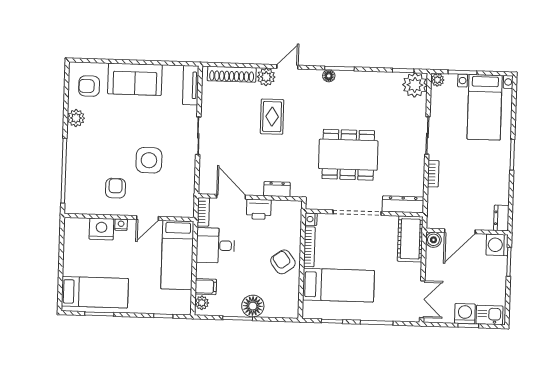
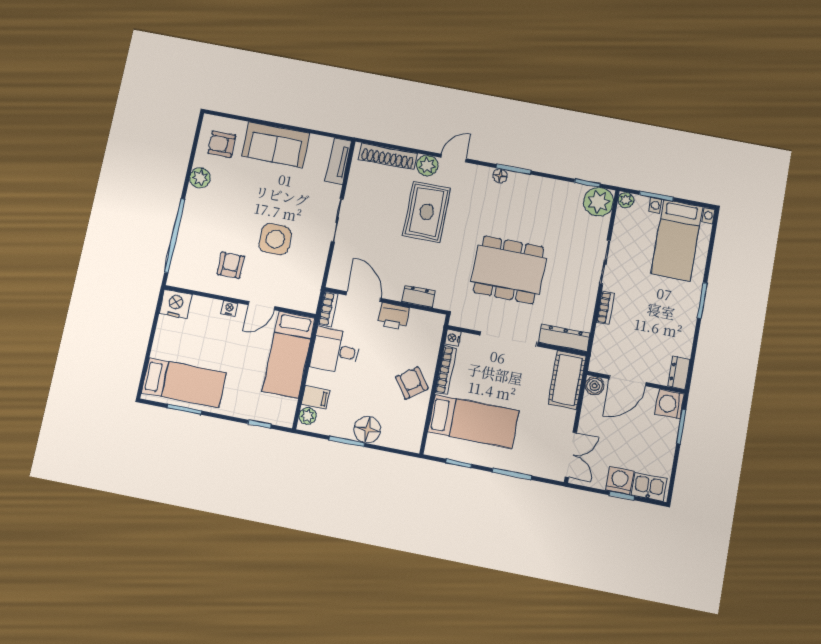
rug: (272, 117) -> (427, 212), width x1.36, depth x1.43
nightstand: (101, 229) -> (176, 304), moved

